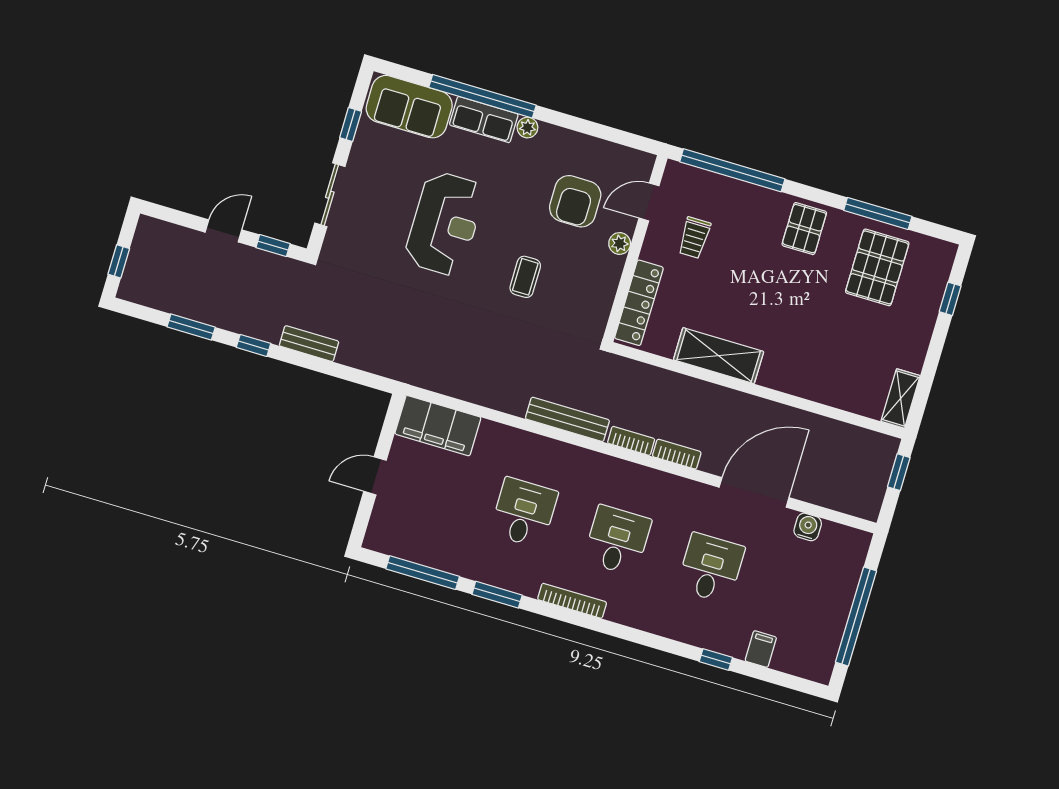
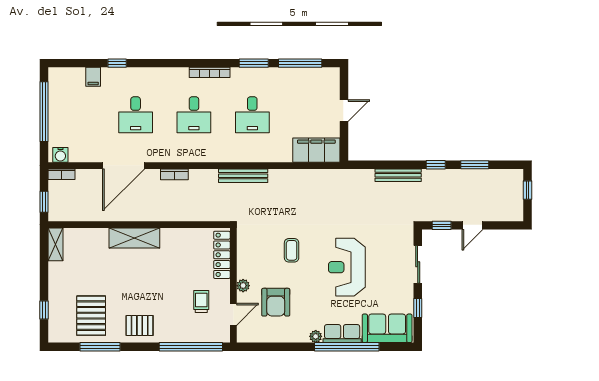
armchair: (575, 201) -> (276, 302), turned 180
pallet: (804, 229) -> (140, 326), turned 90
bench: (309, 344) -> (398, 175), width x1.36
shelving: (719, 356) -> (134, 238), moved
bookcase: (631, 441) -> (61, 174), moved
water cooler: (808, 527) -> (60, 155), moved

